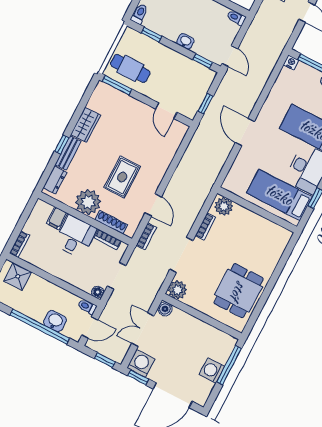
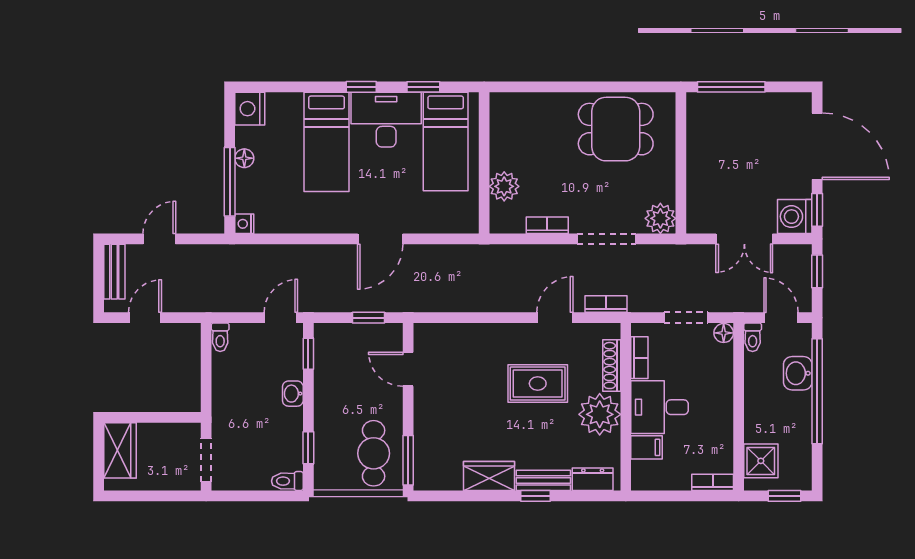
door: (166, 111) -> (408, 369), swing flipped
plant: (224, 206) -> (504, 186), moved
boiler: (165, 309) -> (697, 222), removed
washing machine: (212, 370) -> (752, 108), removed

